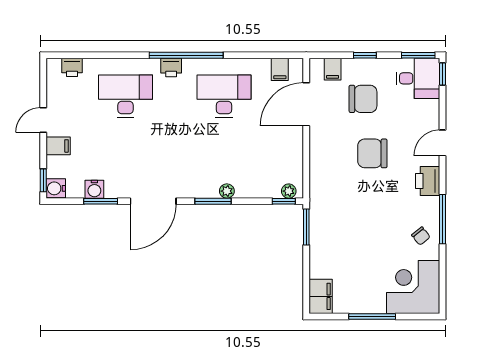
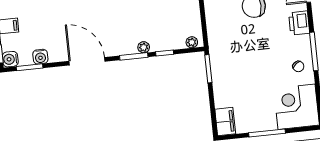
window: (101, 201) -> (30, 67), moved
door: (153, 201) -> (87, 61), swing flipped
window: (284, 201) -> (165, 53), moved

